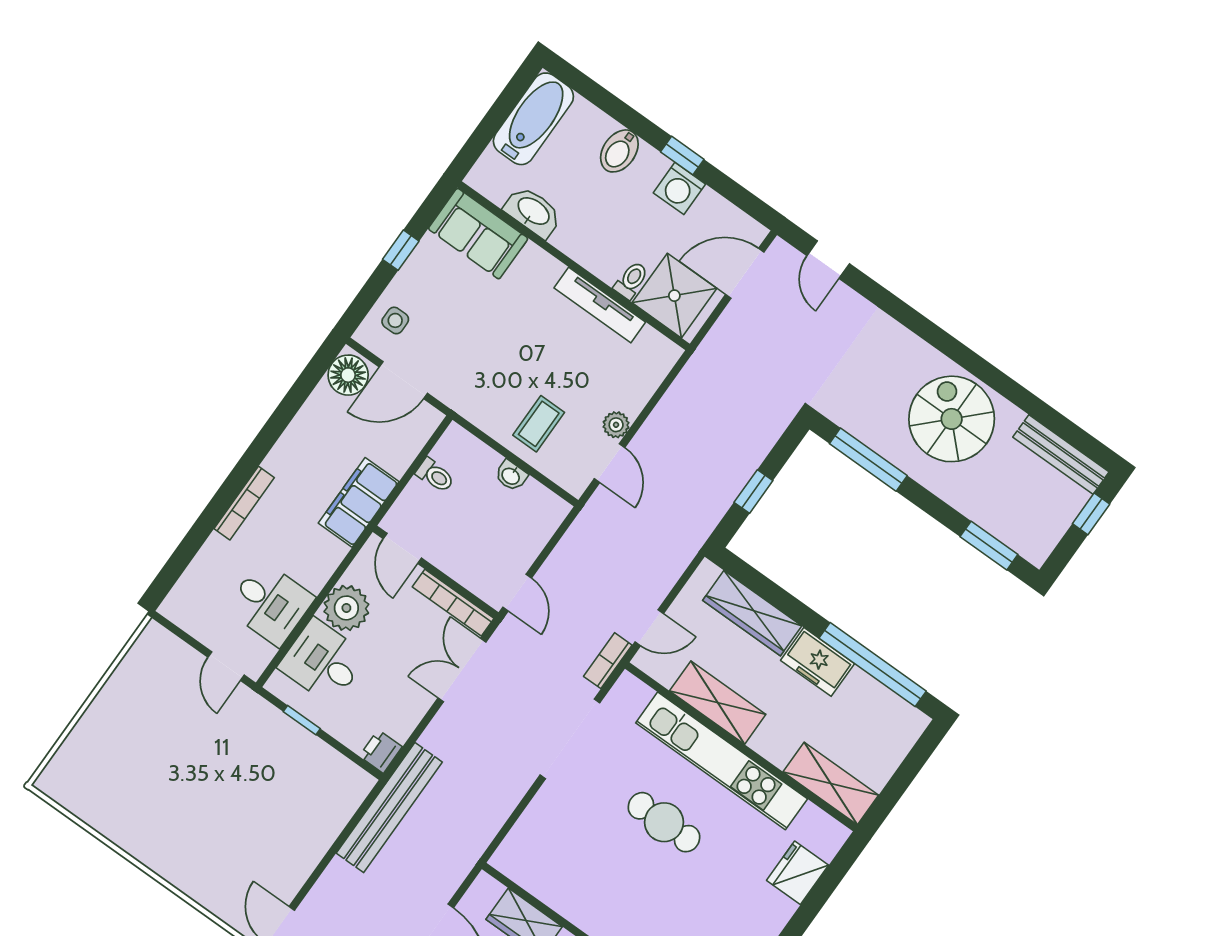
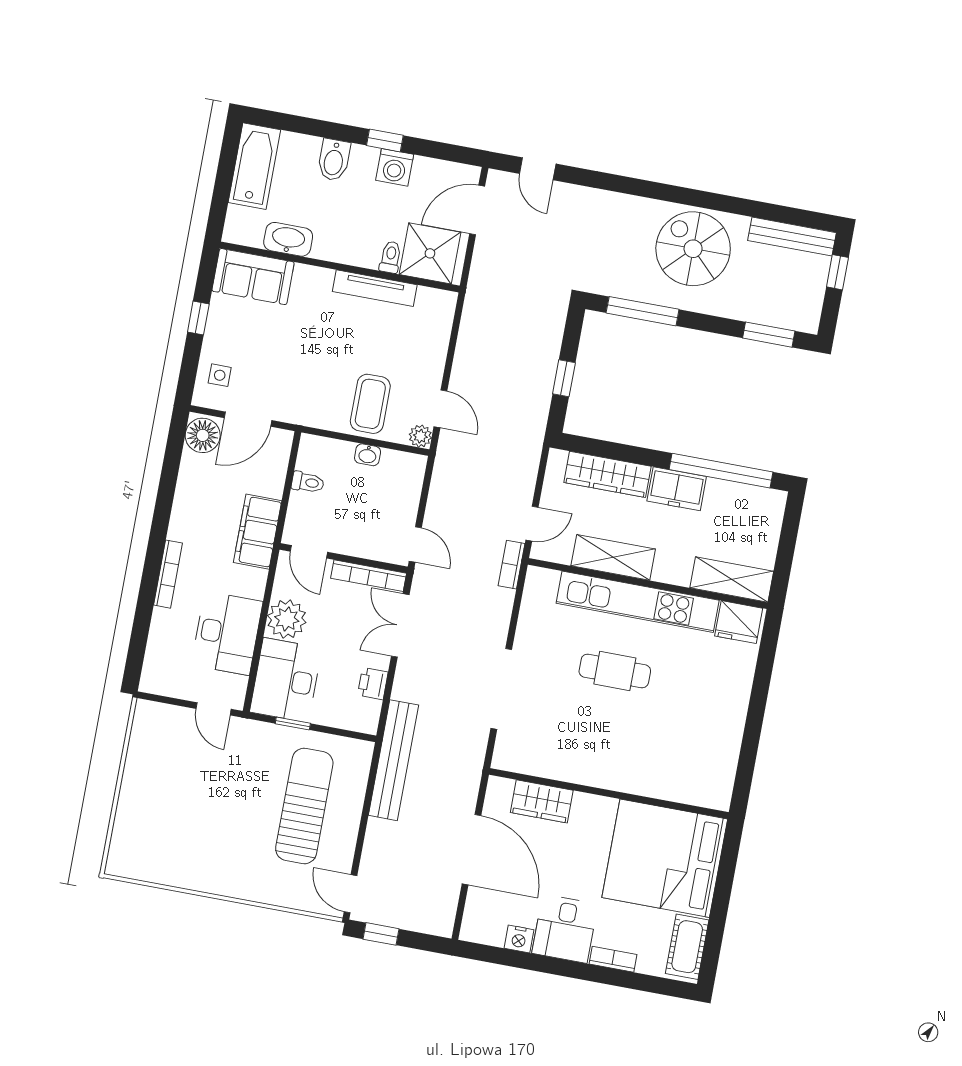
coffee table: (539, 424) -> (370, 404), width x1.36, depth x1.30
plant: (616, 425) -> (420, 436), moved
desk: (270, 603) -> (227, 633), width x1.37
desk: (323, 662) -> (286, 680), width x1.37
doorway: (570, 739) -> (501, 689), moved
printer: (381, 751) -> (373, 684), moved
sun lounger: (274, 812) -> (304, 806), added
fridge: (798, 873) -> (739, 622), moved, turned -90

